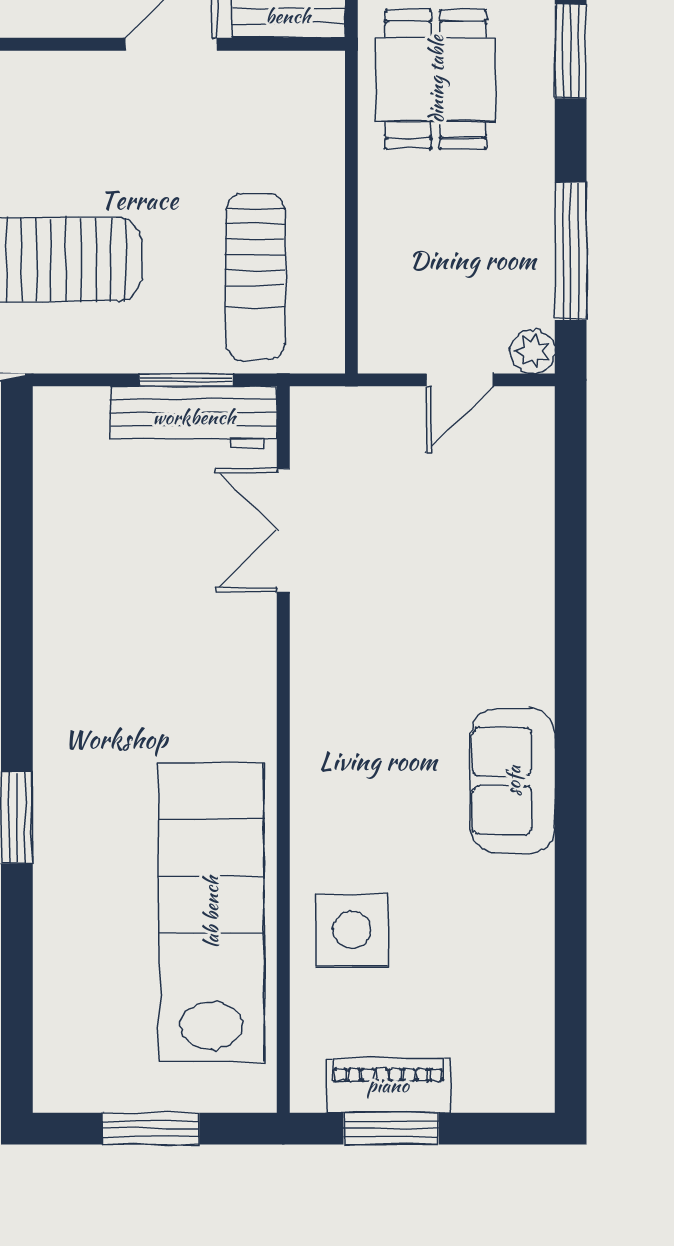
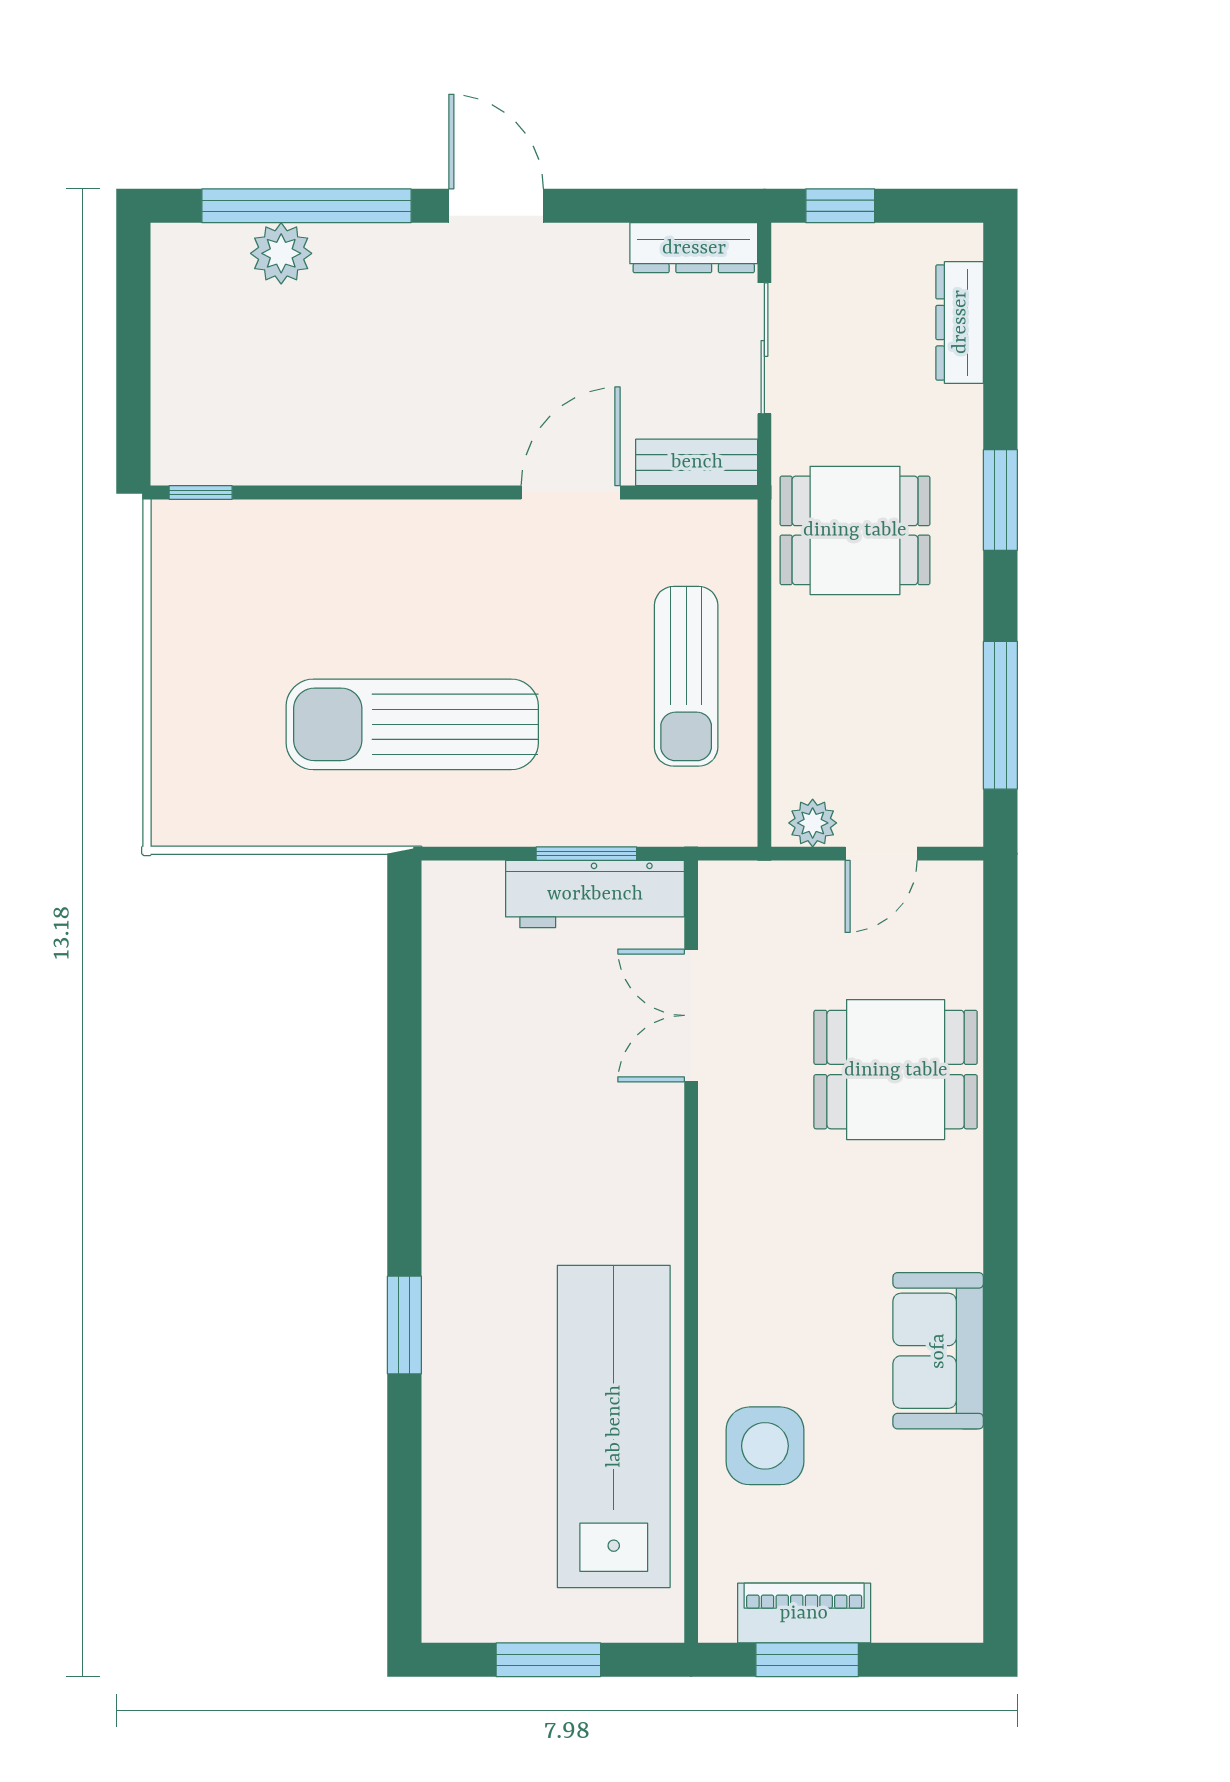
dining table: (436, 79) -> (855, 530), turned 90
sun lounger: (255, 277) -> (686, 676), moved
plant: (533, 351) -> (813, 823), moved
dining table: (473, 580) -> (896, 1070), added
sofa: (513, 781) -> (938, 1351), moved

